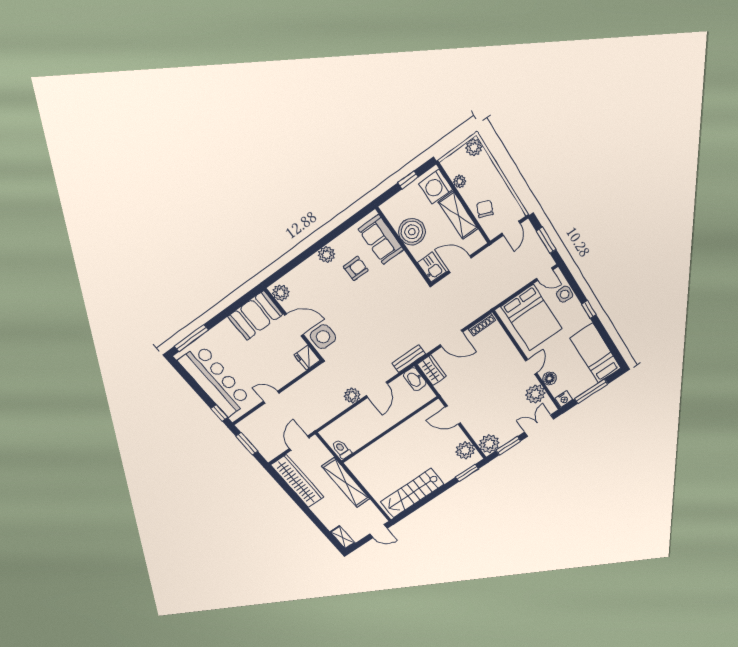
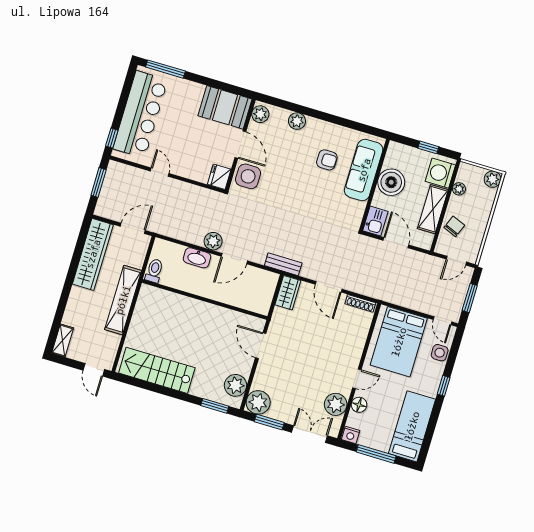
sofa: (381, 240) -> (364, 170), width x1.36
plant: (327, 255) -> (297, 121), moved
washbasin: (415, 379) -> (197, 258), moved, turned -90

